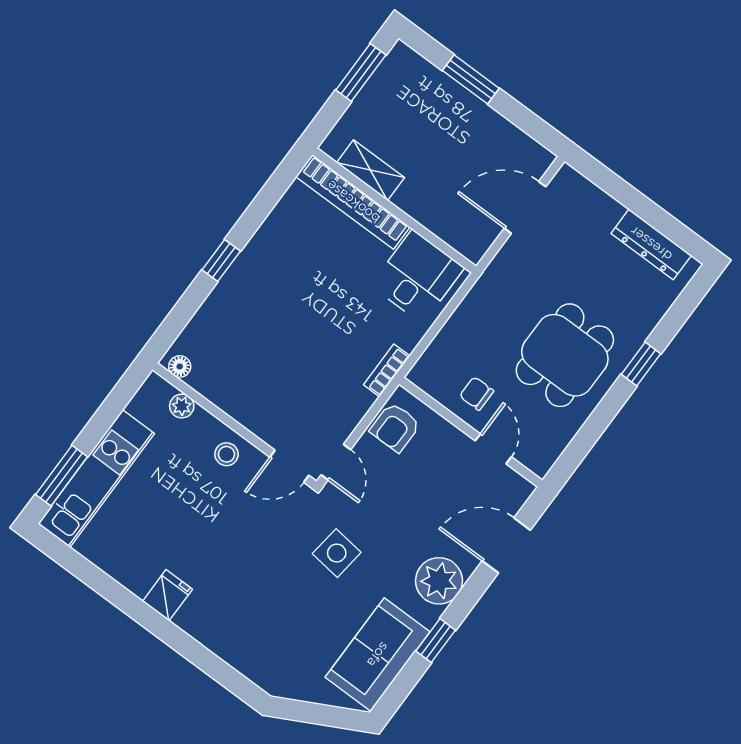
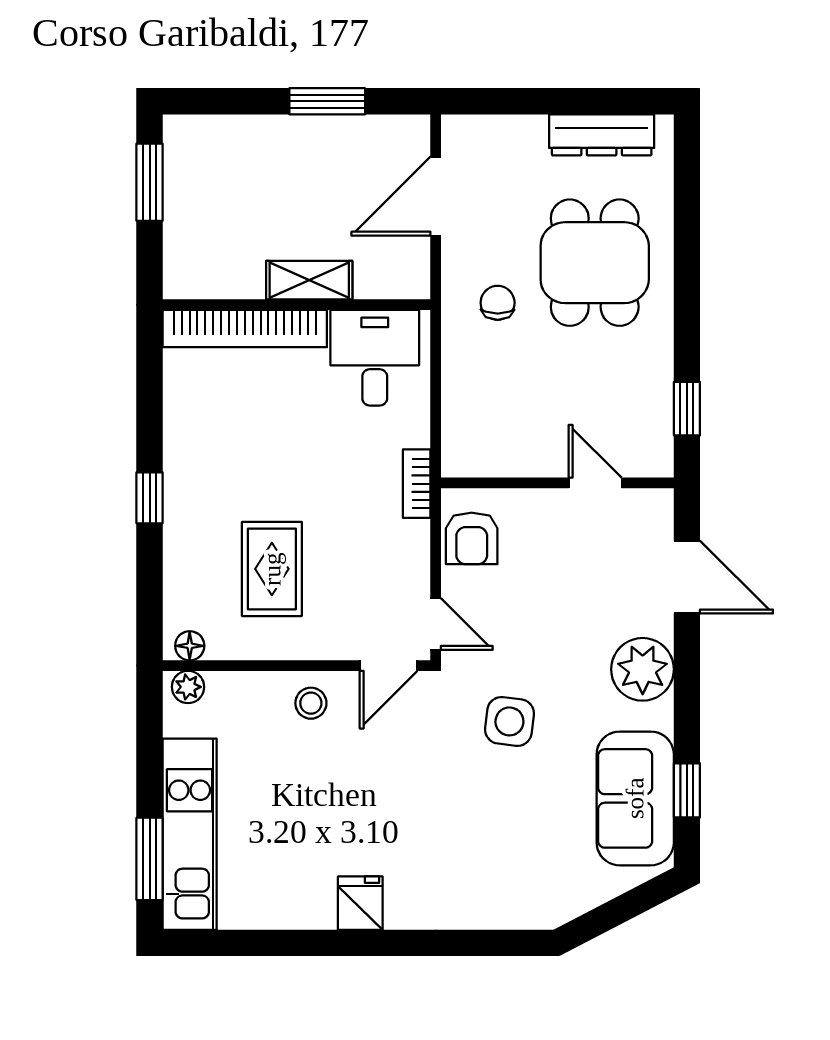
window: (471, 79) -> (327, 101), moved
shelving: (370, 170) -> (309, 280), moved
dining table: (565, 355) -> (595, 263), moved
rug: (263, 357) -> (272, 569), added
window: (641, 364) -> (687, 409), moved
chair: (477, 393) -> (498, 303), moved, turned 90
plant: (182, 406) -> (188, 687), moved
door: (506, 545) -> (687, 577), swing flipped
window: (436, 641) -> (687, 790), moved

